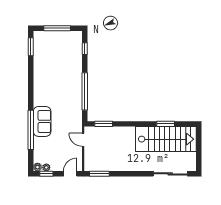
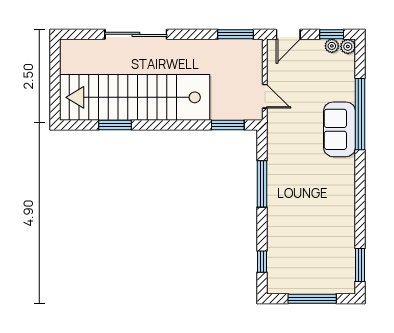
window: (85, 91) -> (262, 184), width x0.68
stairs: (166, 139) -> (135, 97), width x1.36
sliding door: (170, 174) -> (136, 34), moved

